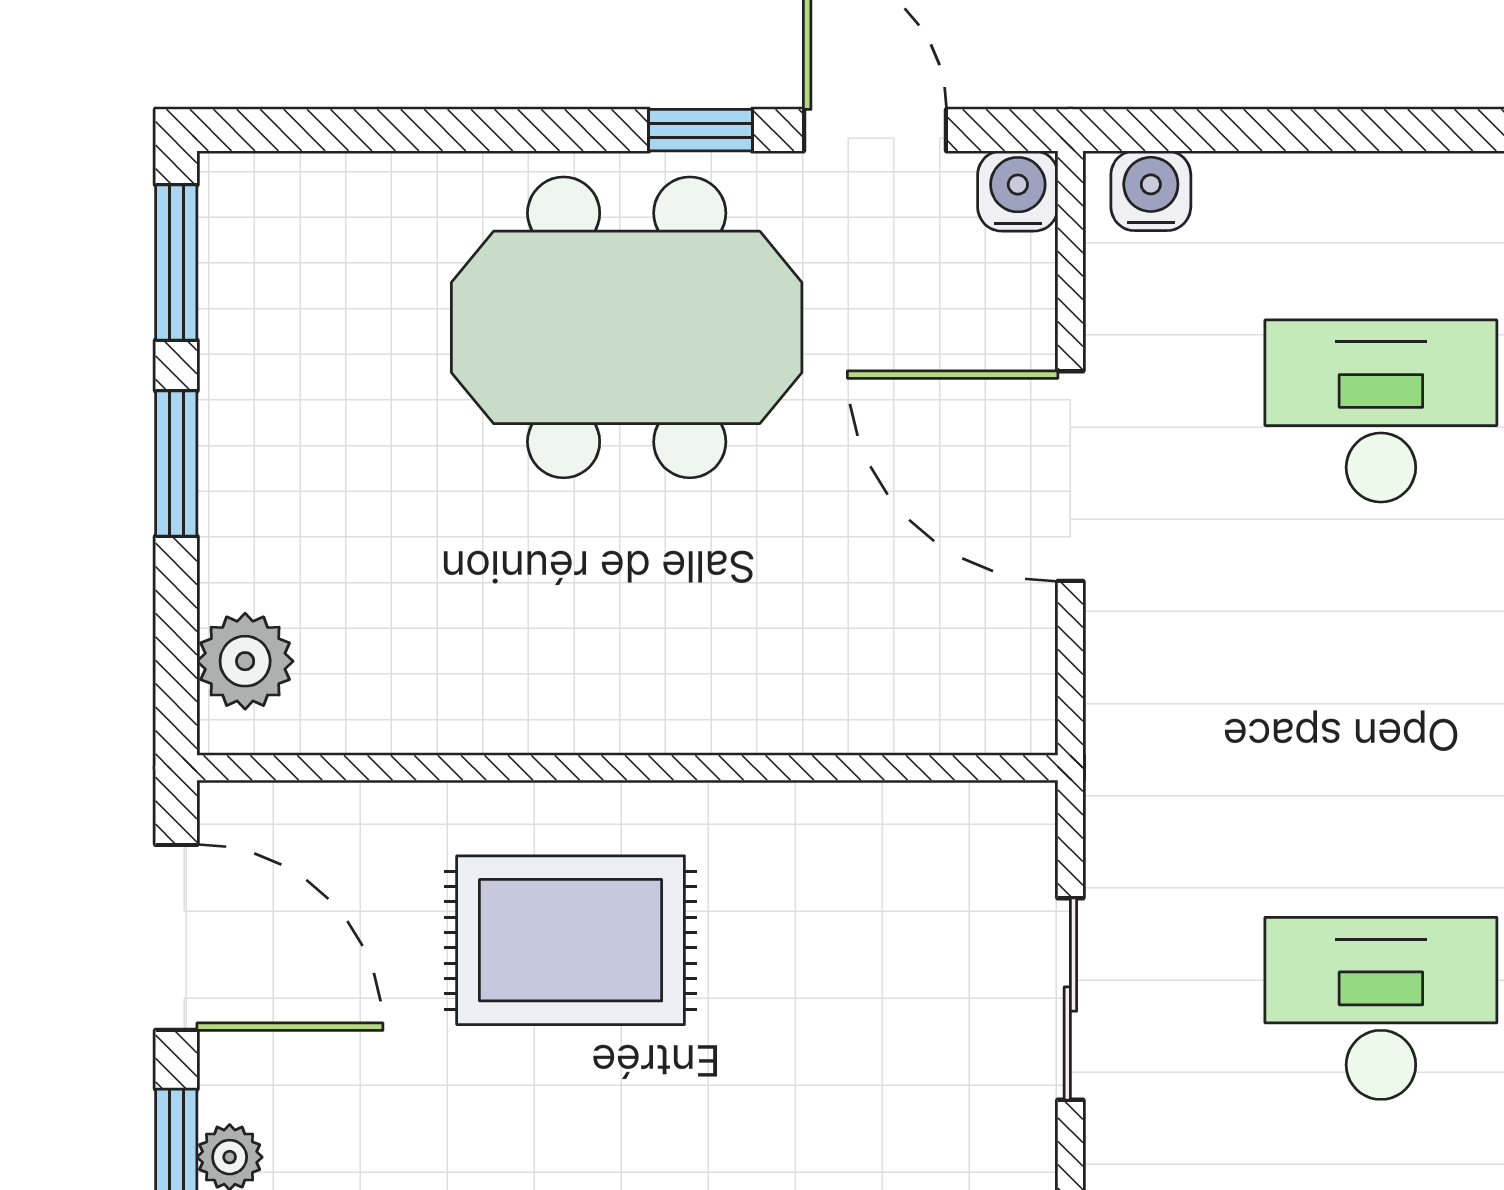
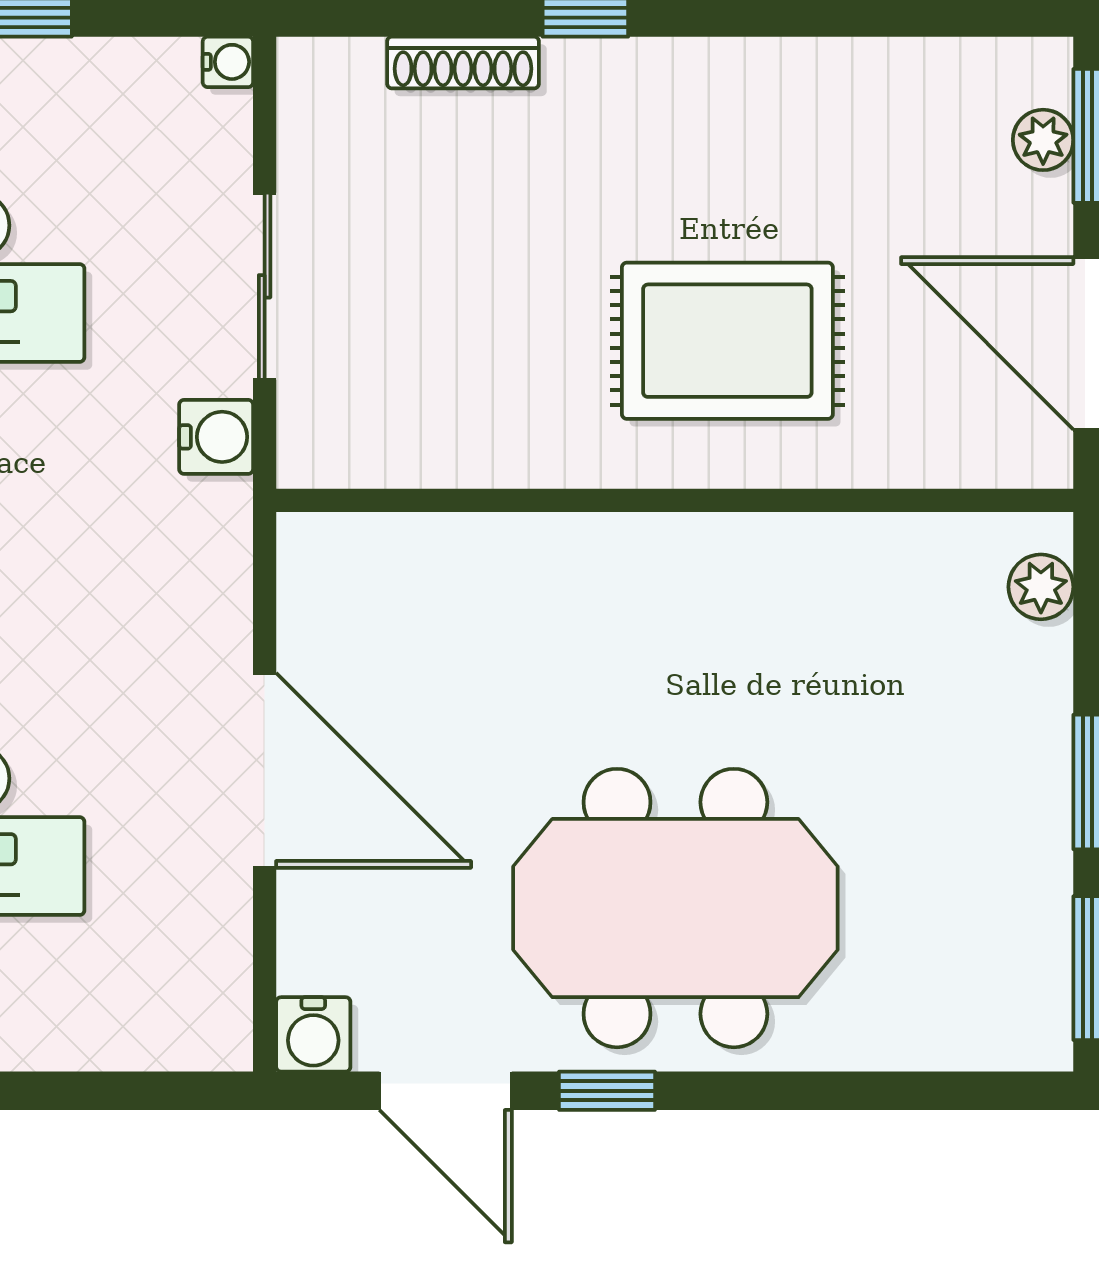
water cooler: (1151, 191) -> (216, 437), moved, turned -90
plant: (245, 661) -> (1041, 587), width x0.73, depth x0.73

